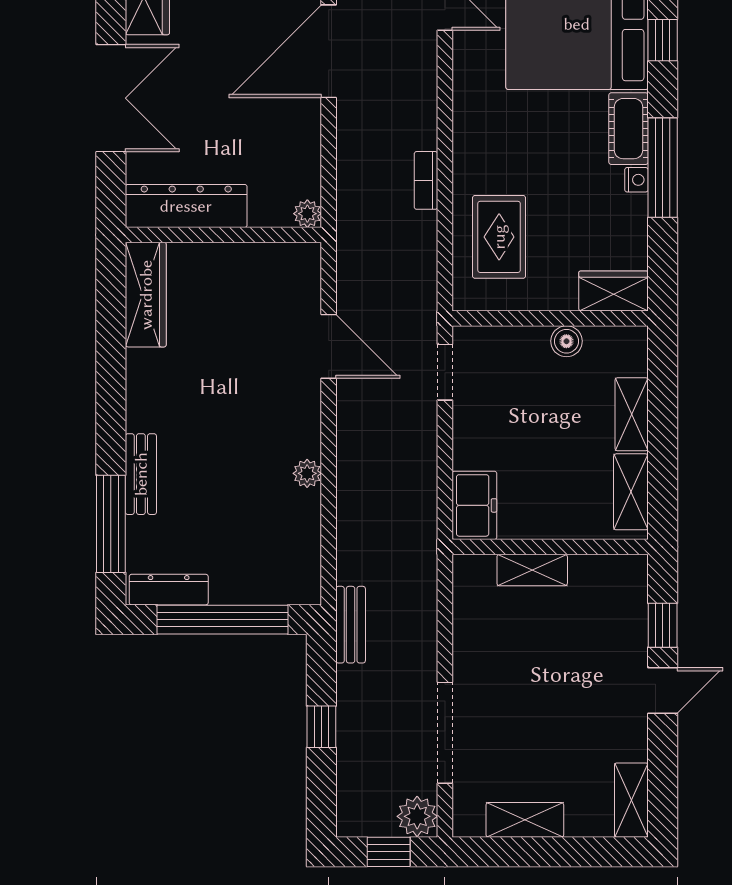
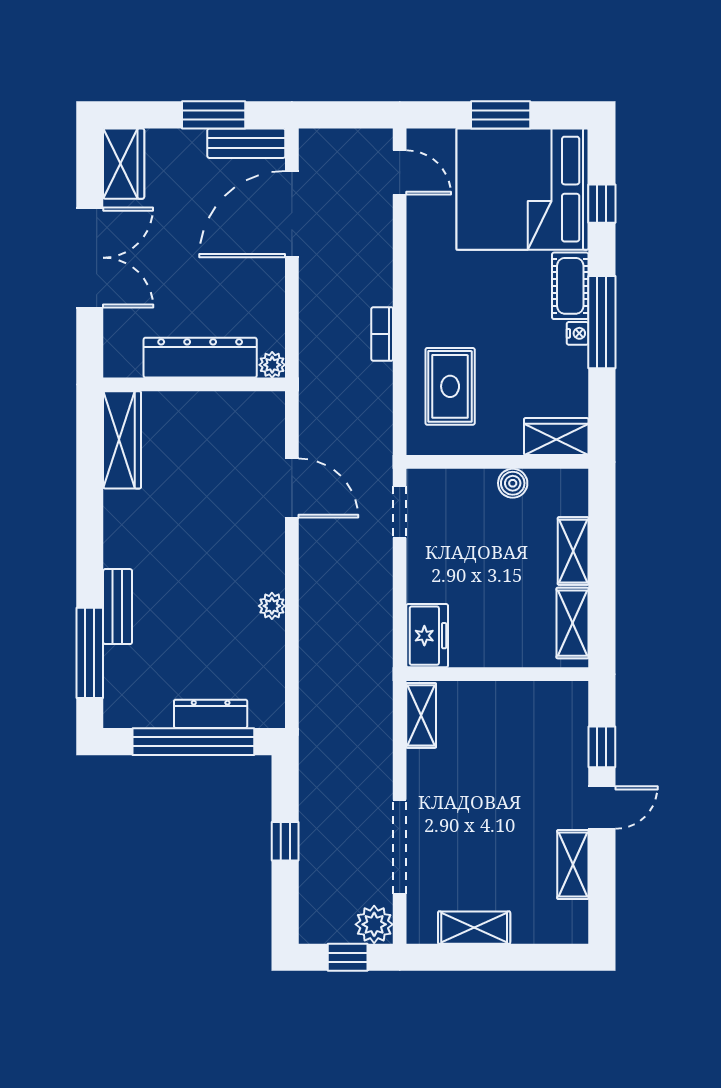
dresser: (186, 206) -> (200, 358), moved
shelving: (532, 570) -> (421, 715), moved, turned 90
dresser: (169, 590) -> (211, 714), moved
bench: (351, 625) -> (312, 746), removed
shelving: (631, 800) -> (573, 864), moved

